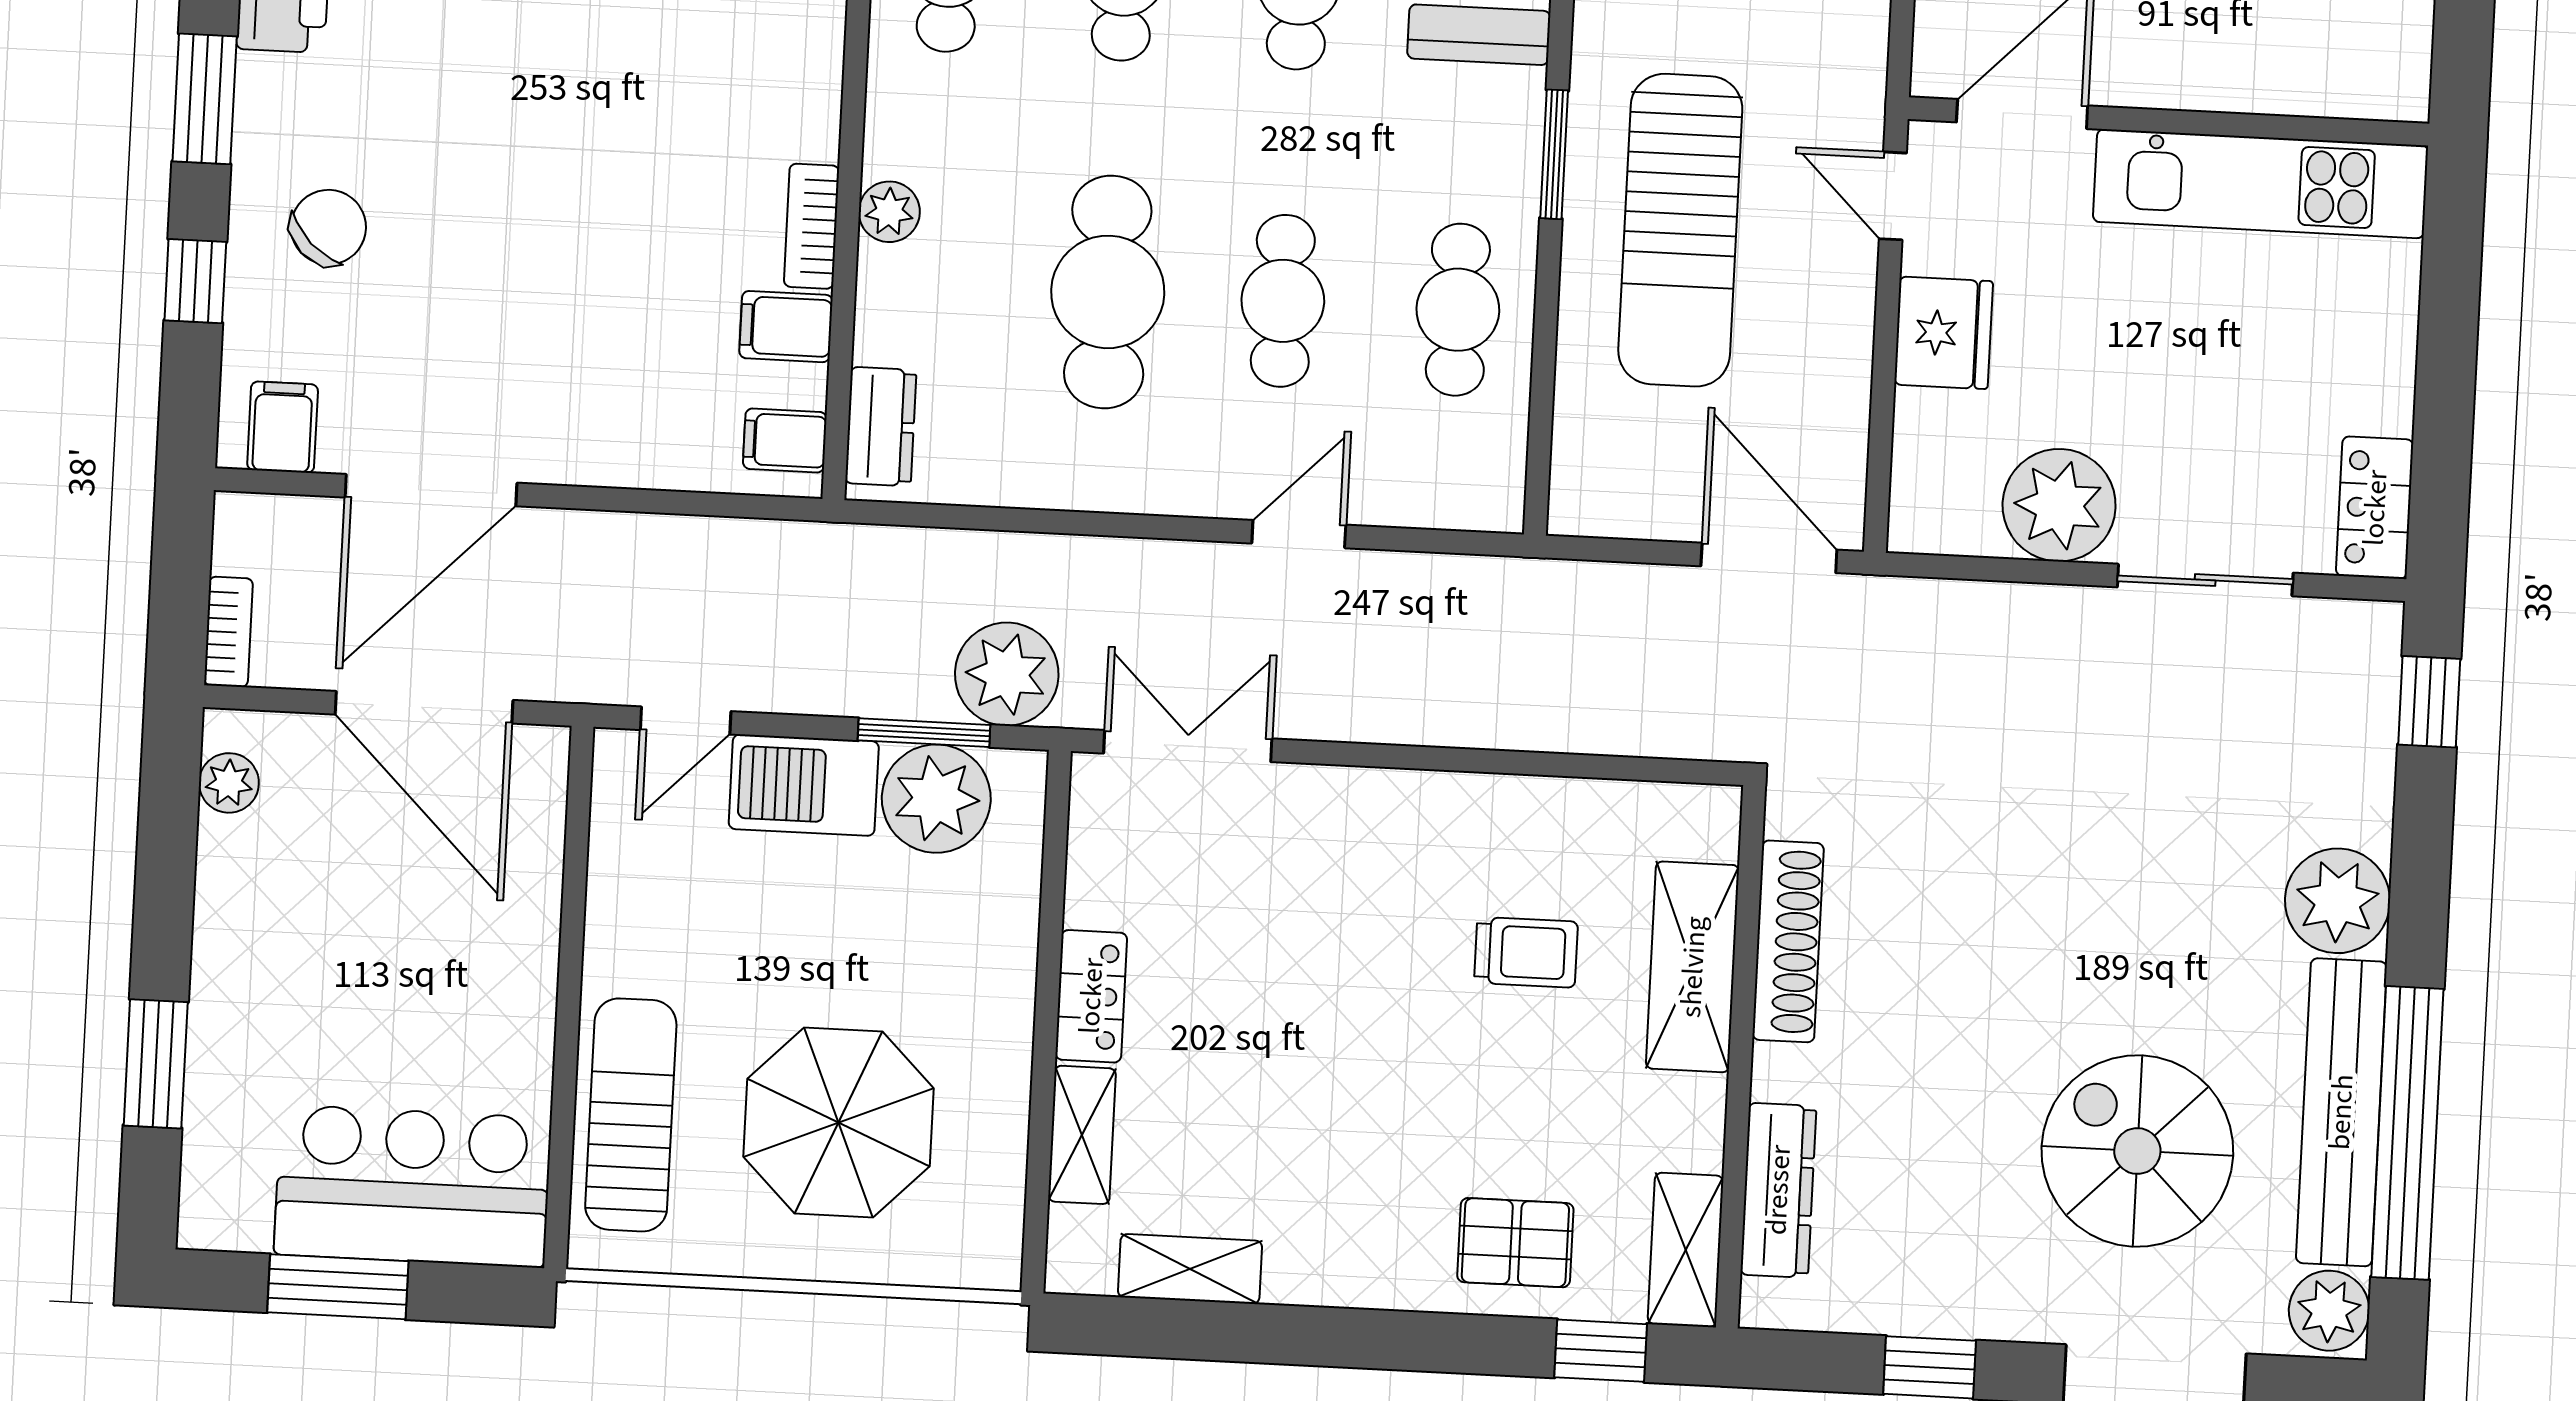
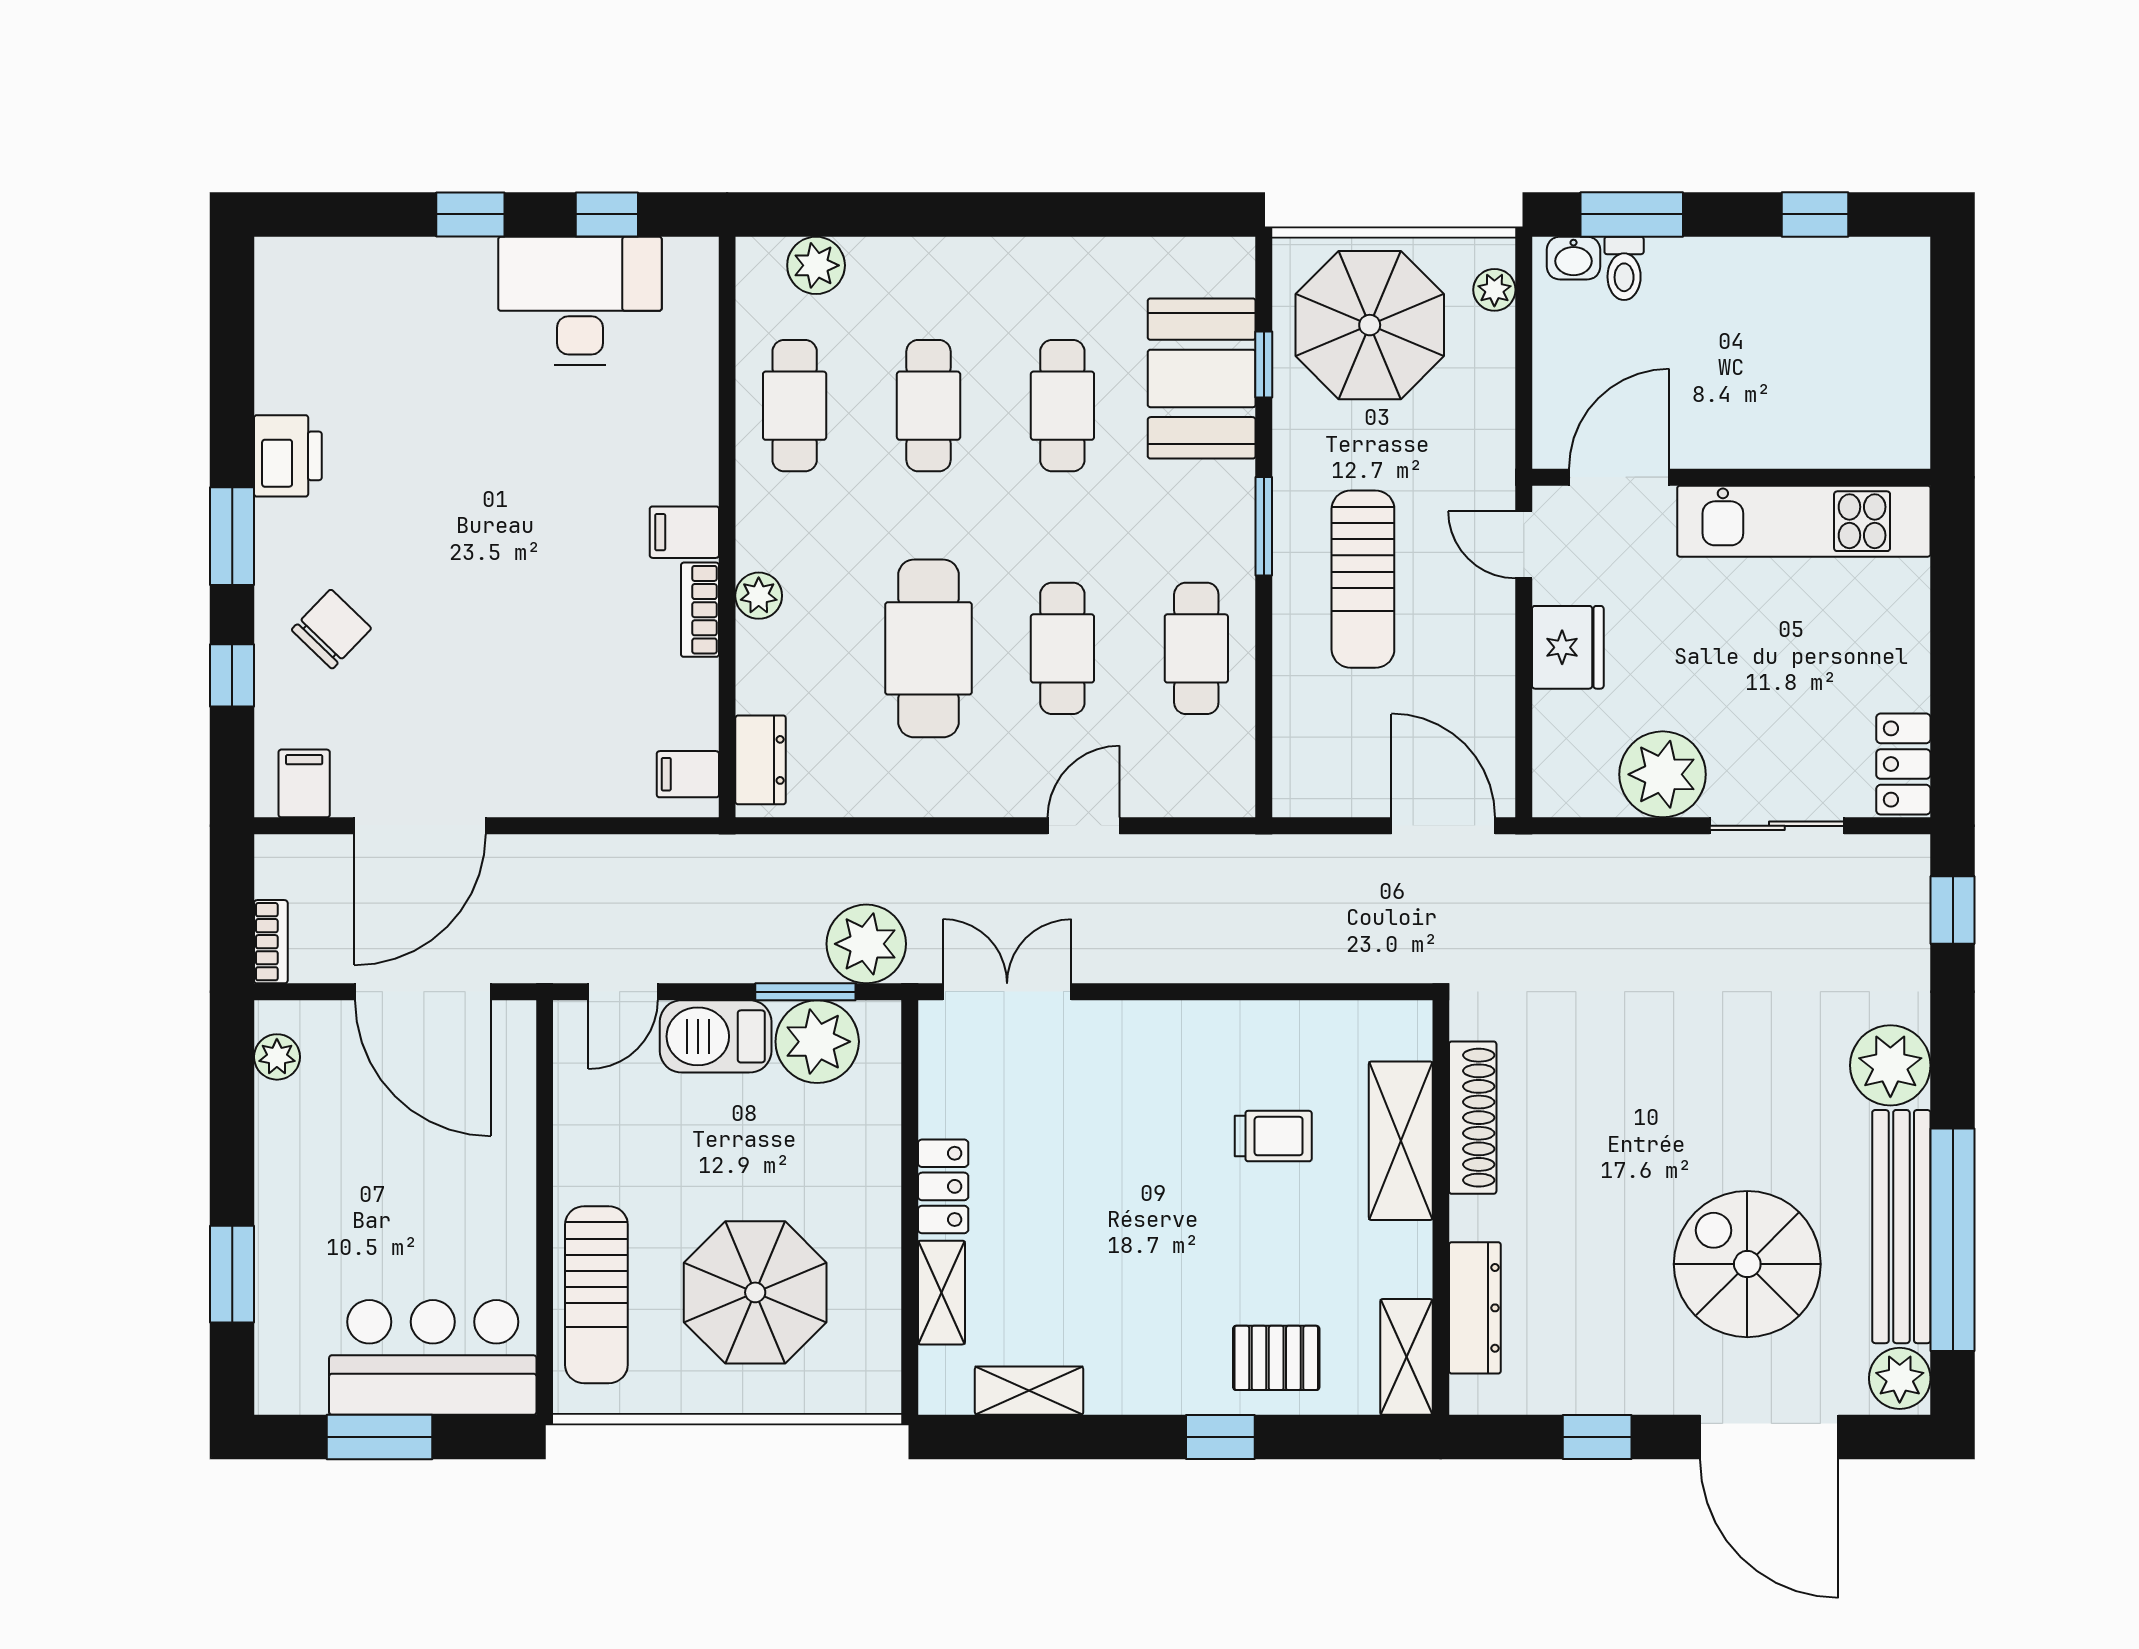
sun lounger: (1680, 230) -> (1363, 579), width x0.73, depth x0.75
filing cabinet: (786, 327) -> (684, 532), moved
sun lounger: (631, 1115) -> (596, 1295), turned 180
window: (1601, 1351) -> (1220, 1437), moved

